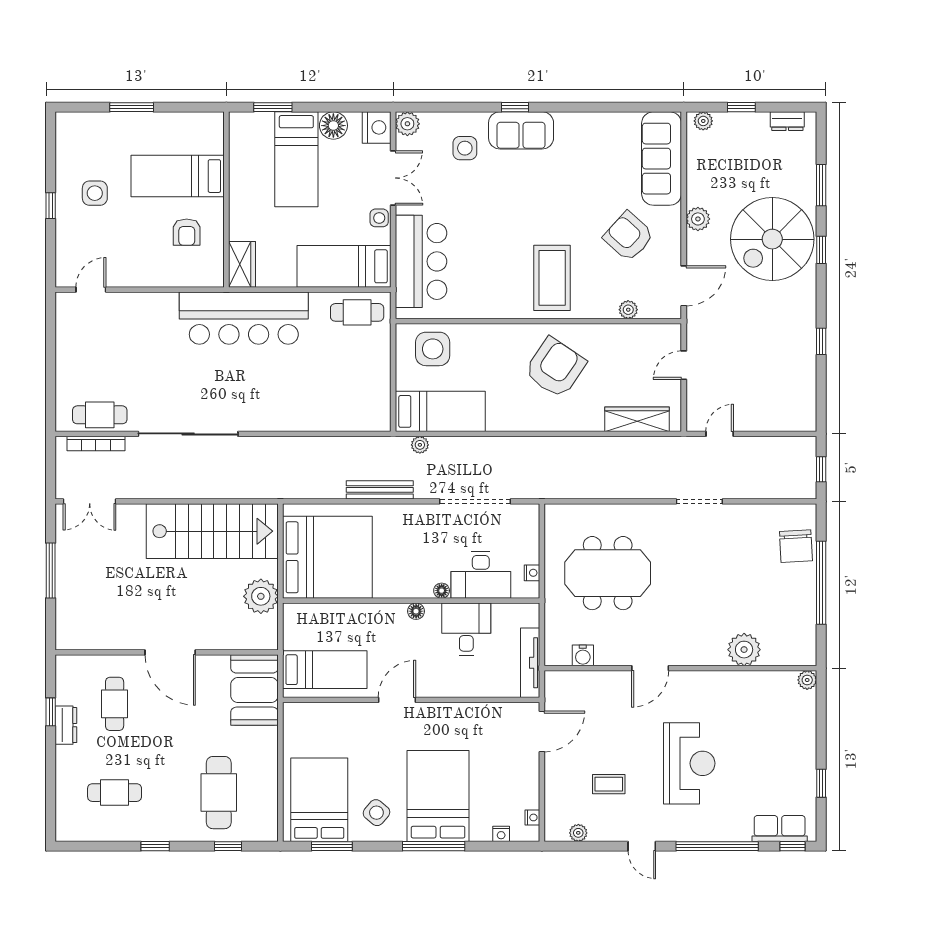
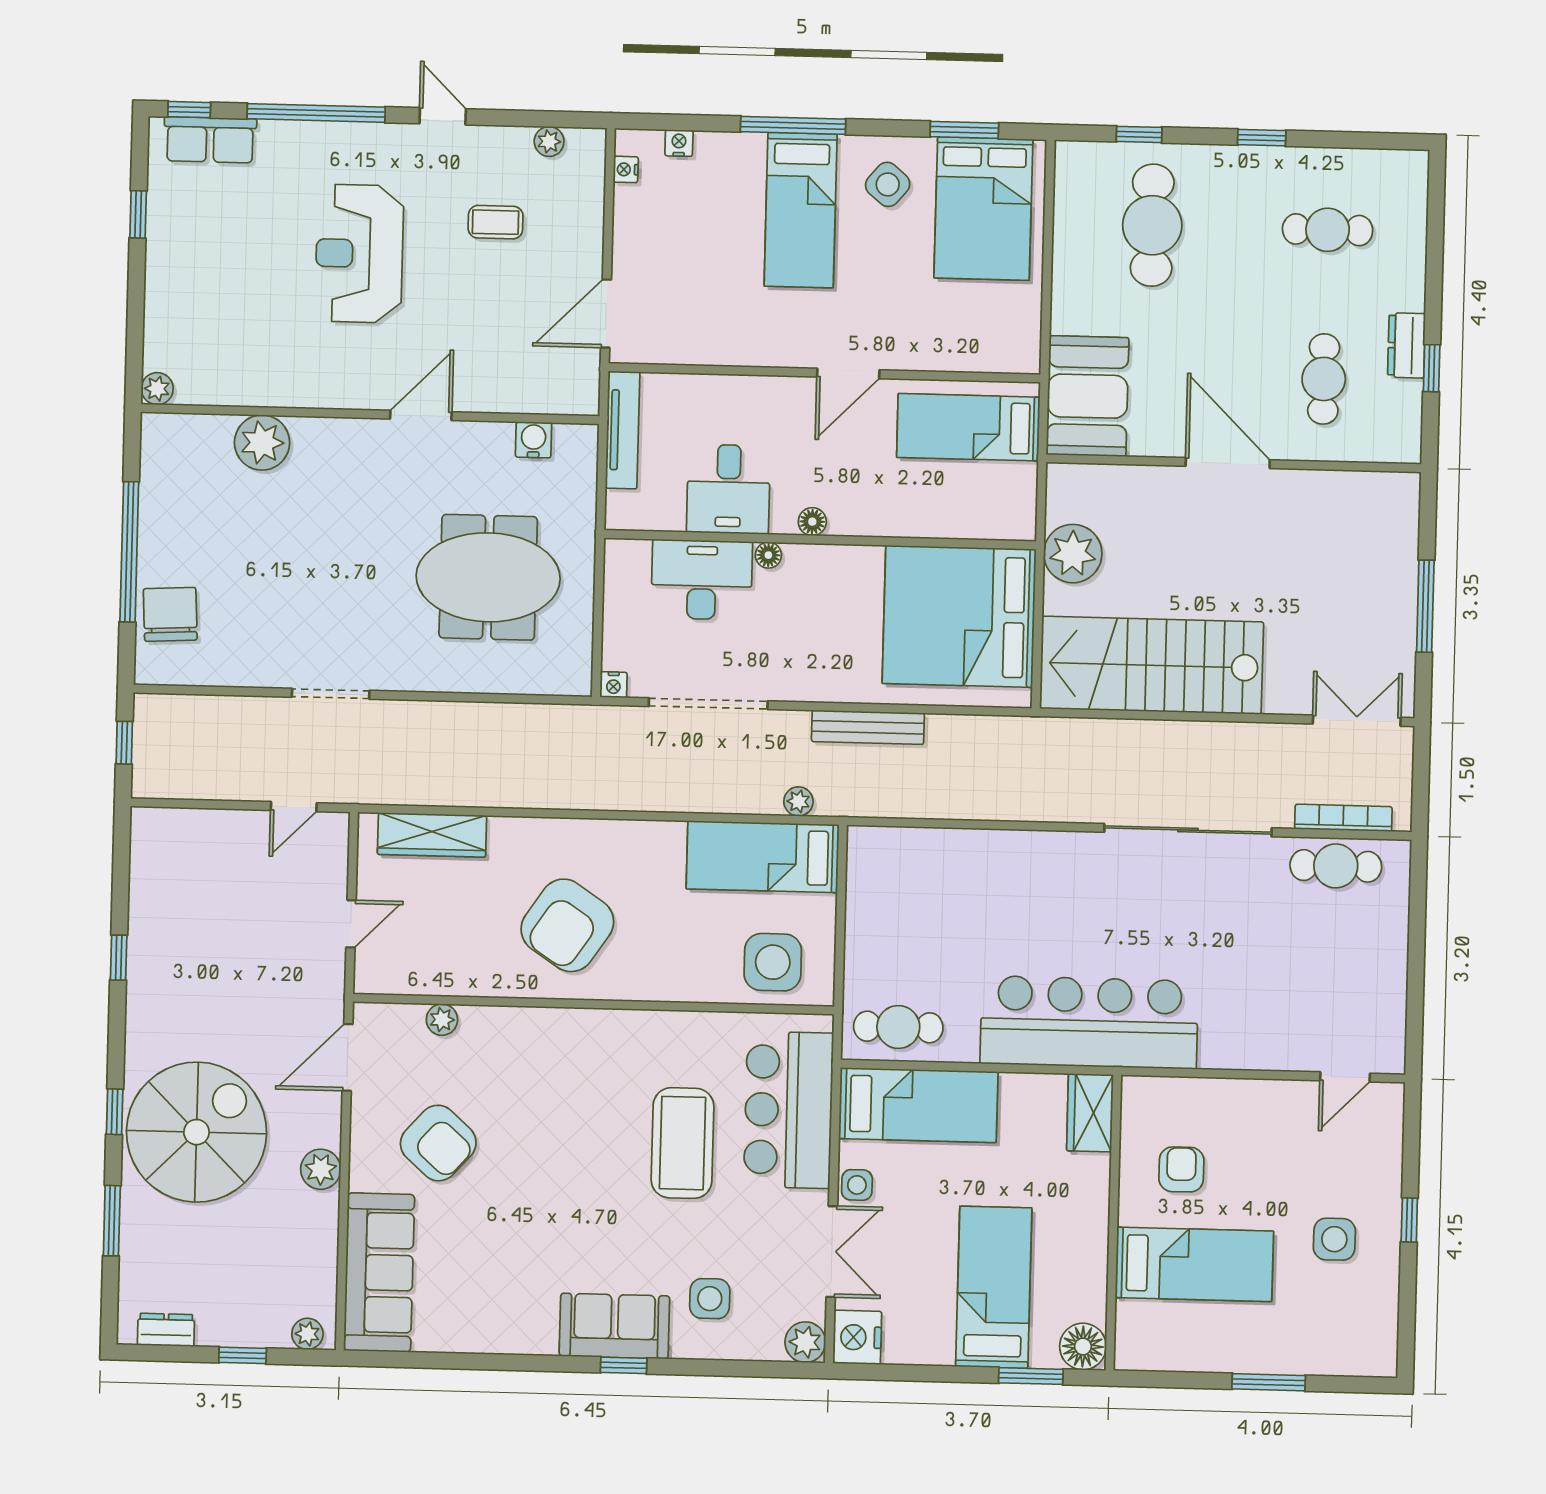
floor lamp: (333, 126) -> (1083, 1346), moved
double door: (393, 178) -> (832, 1252), swing flipped
coffee table: (552, 278) -> (683, 1143), moved
nightstand: (532, 573) -> (613, 685), moved, turned -90
bed: (438, 796) -> (801, 210), width x0.67

